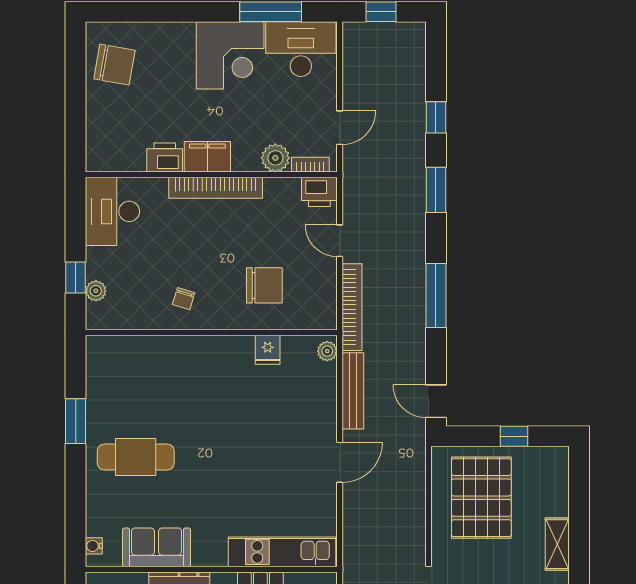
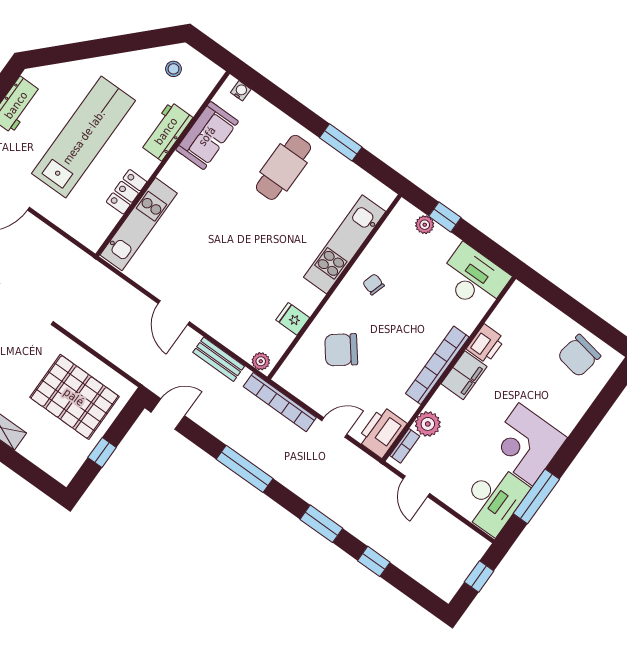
printer: (319, 192) -> (382, 432), width x1.37, depth x1.19
chair: (264, 285) -> (341, 350), turned 52
kitchen unit: (166, 351) -> (345, 244), added
bench: (353, 391) -> (219, 359), width x0.73

